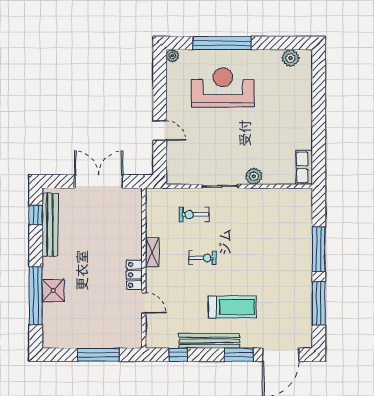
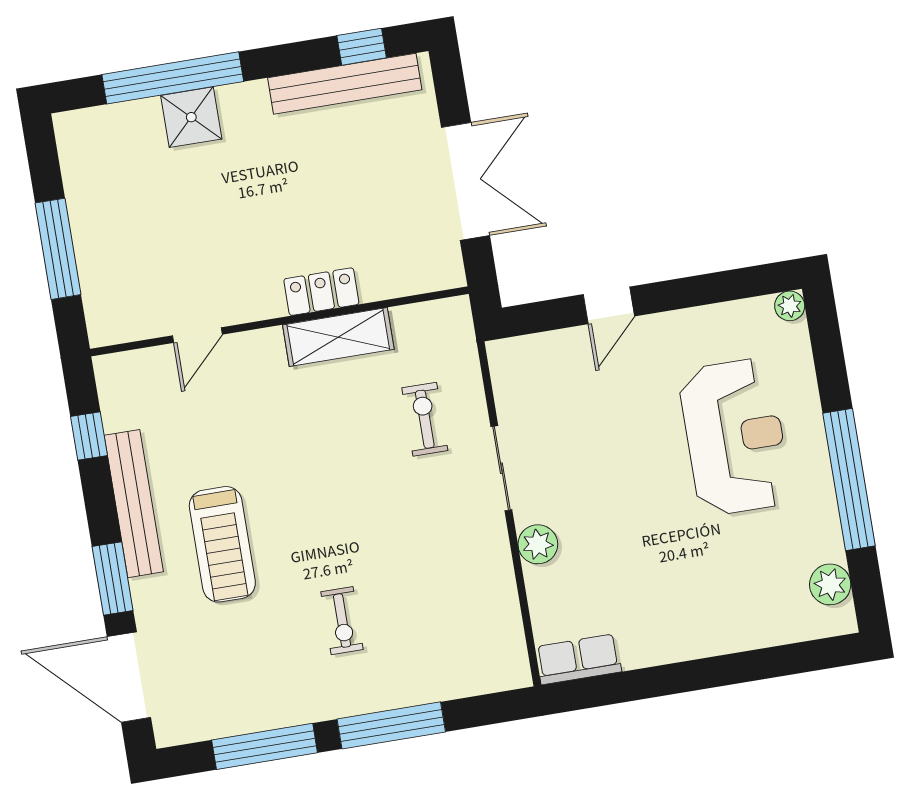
window: (222, 43) -> (849, 480), moved
shelving: (152, 252) -> (338, 337), width x1.50, depth x1.33
exercise bike: (202, 258) -> (342, 621), moved
locker: (134, 275) -> (321, 292), moved

